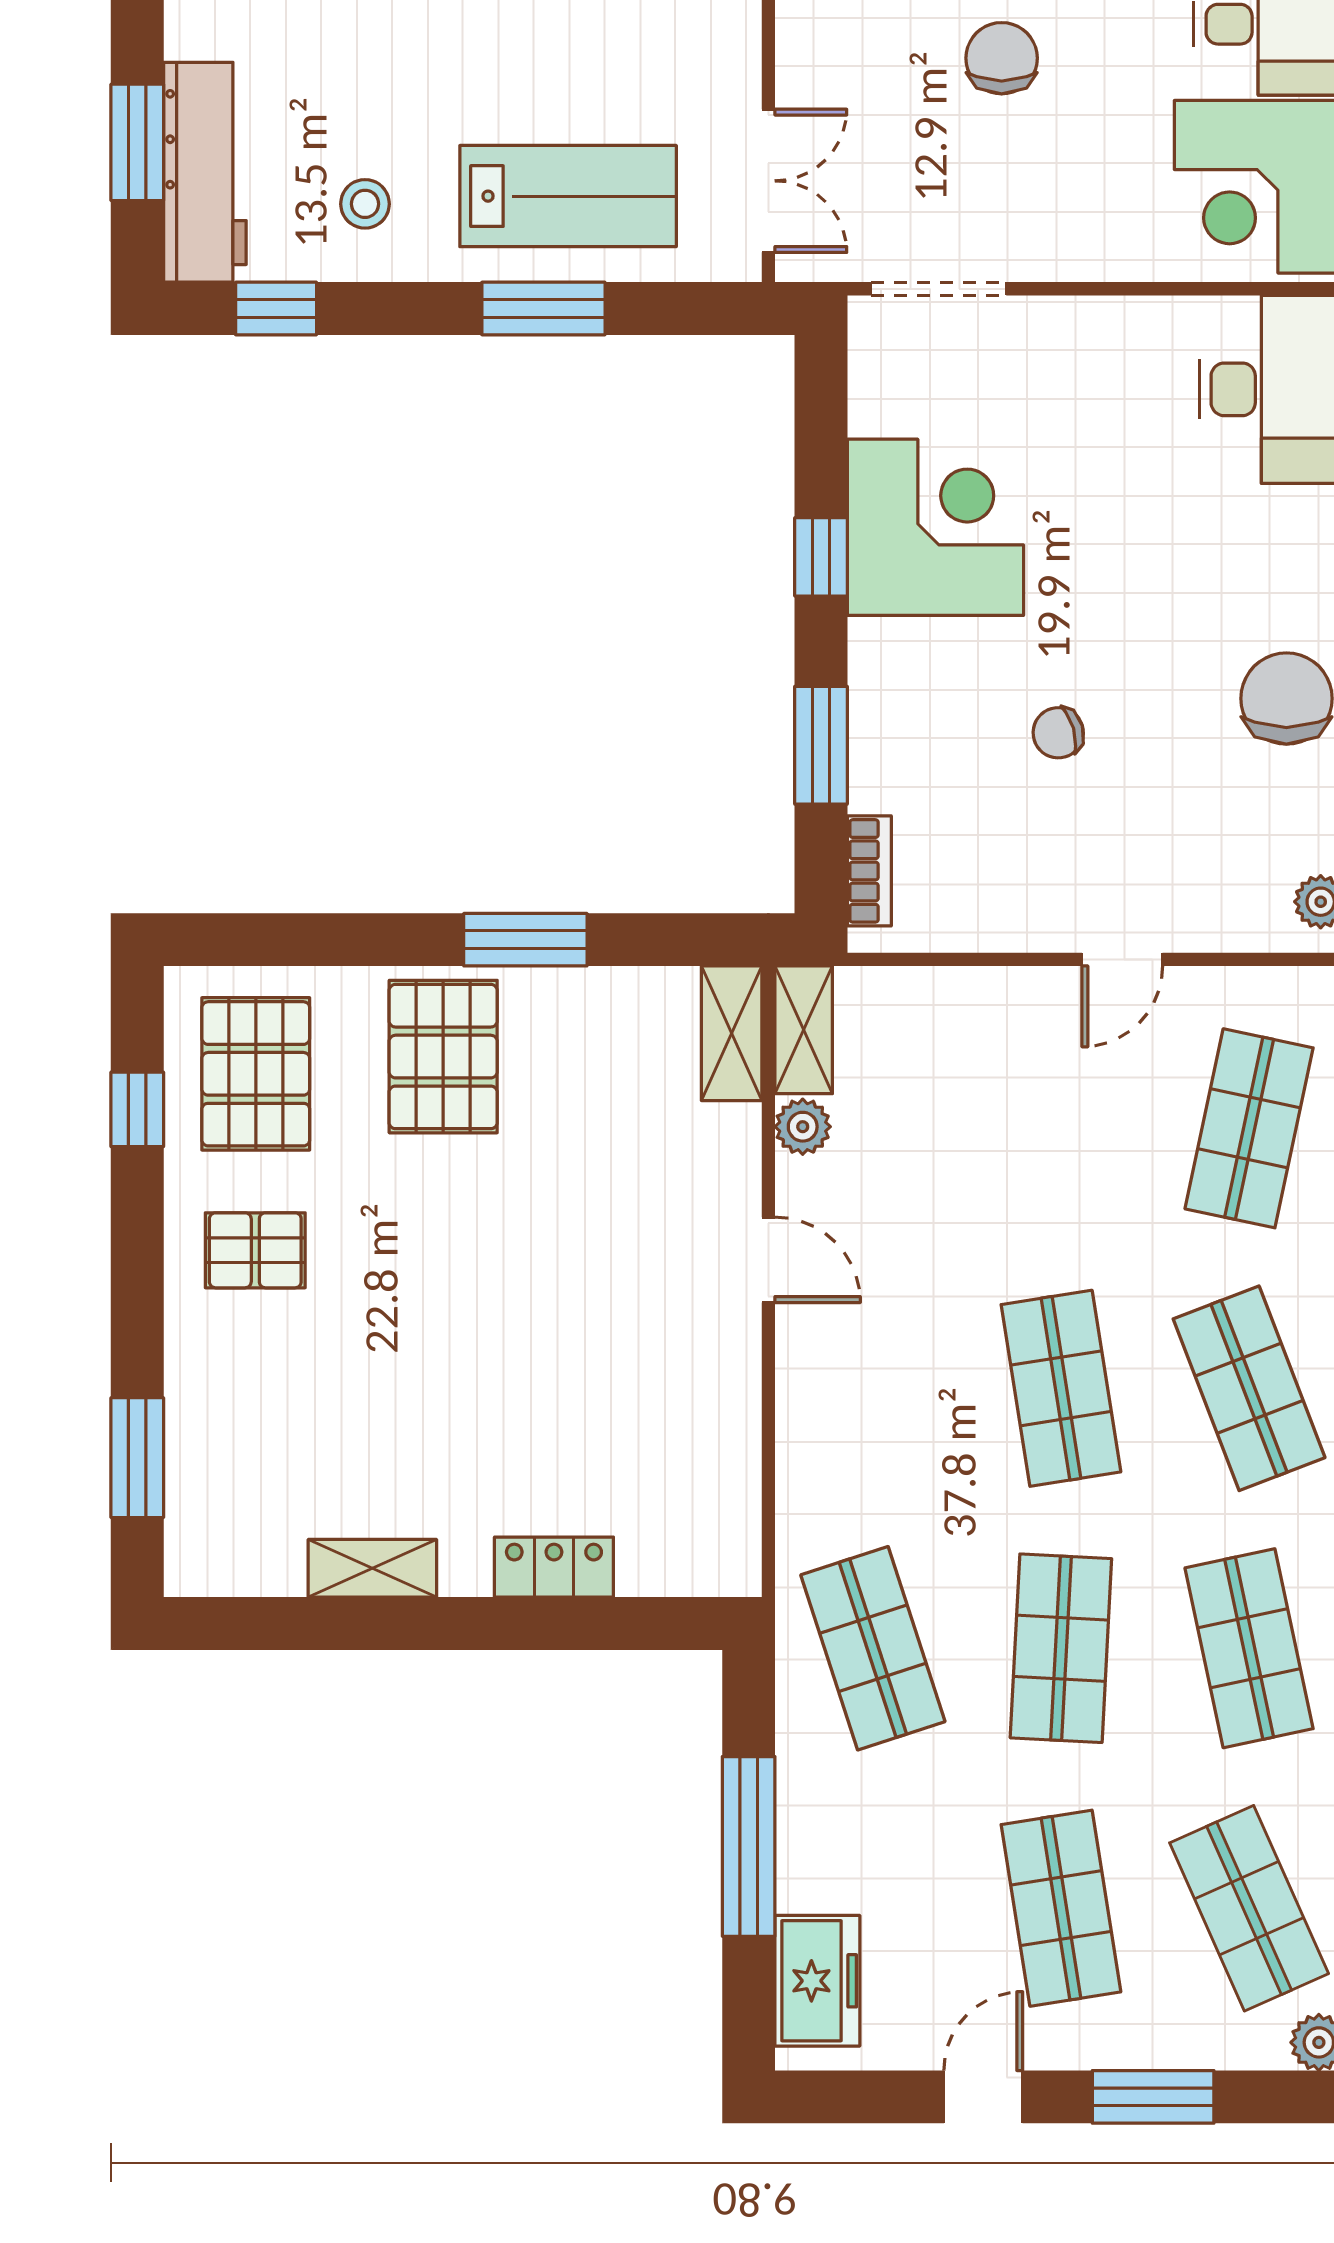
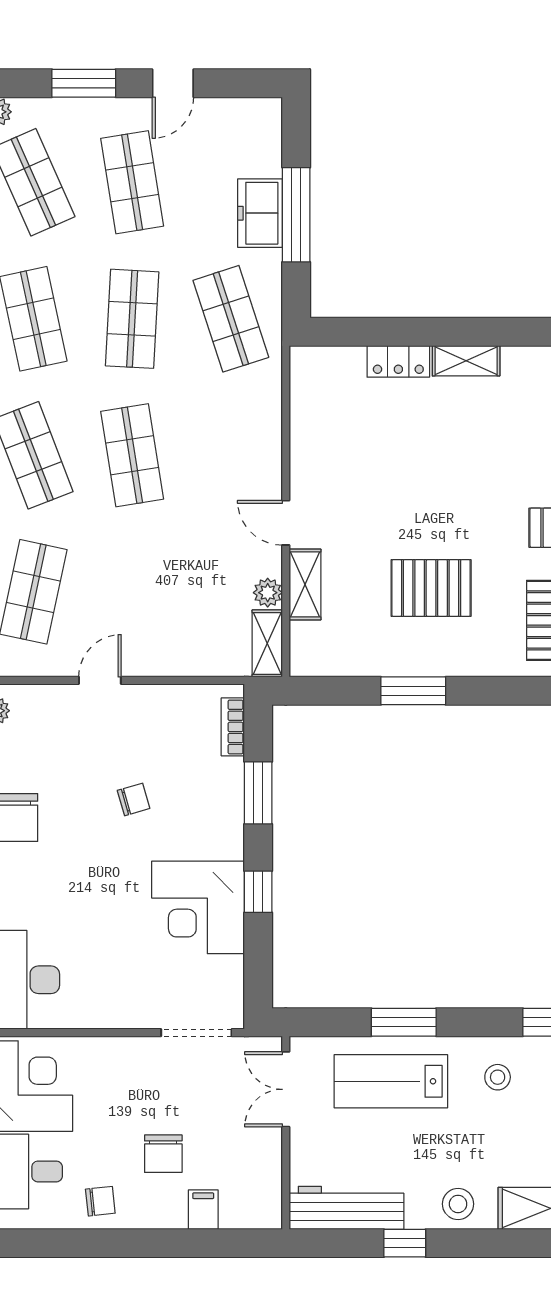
shelving: (732, 1033) -> (305, 584), moved
pallet: (443, 1057) -> (431, 588), moved, turned 90
shelving: (372, 1568) -> (466, 361), moved
freezer: (817, 1981) -> (260, 213), moved

